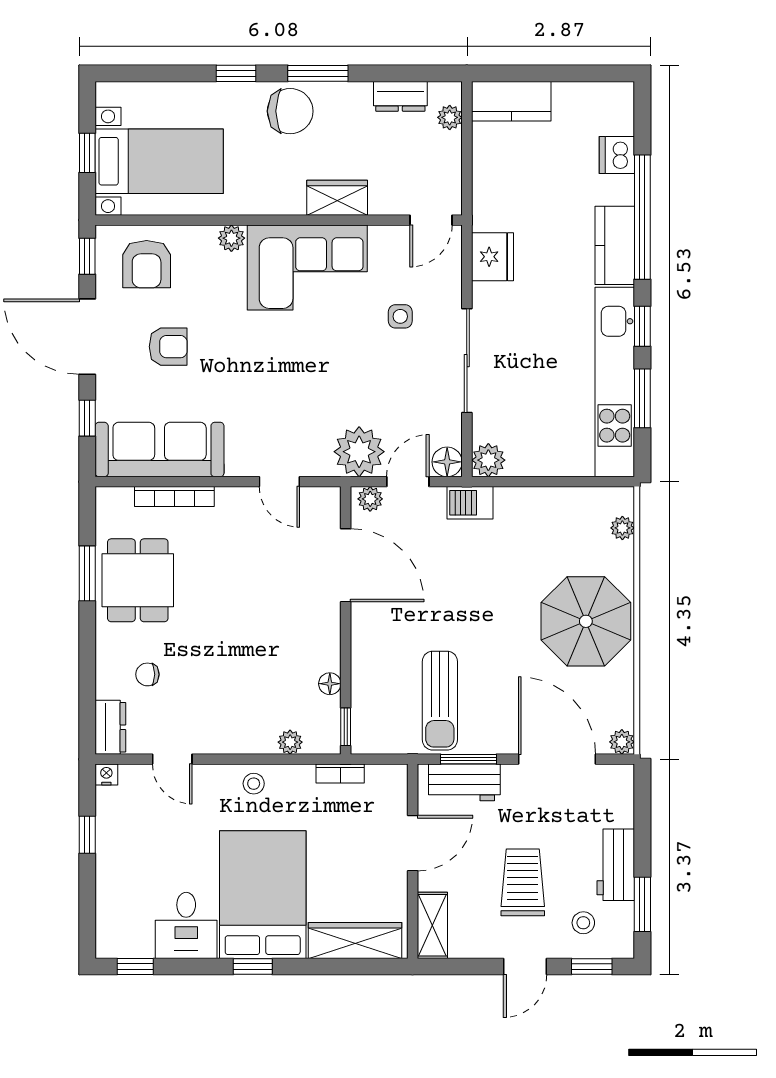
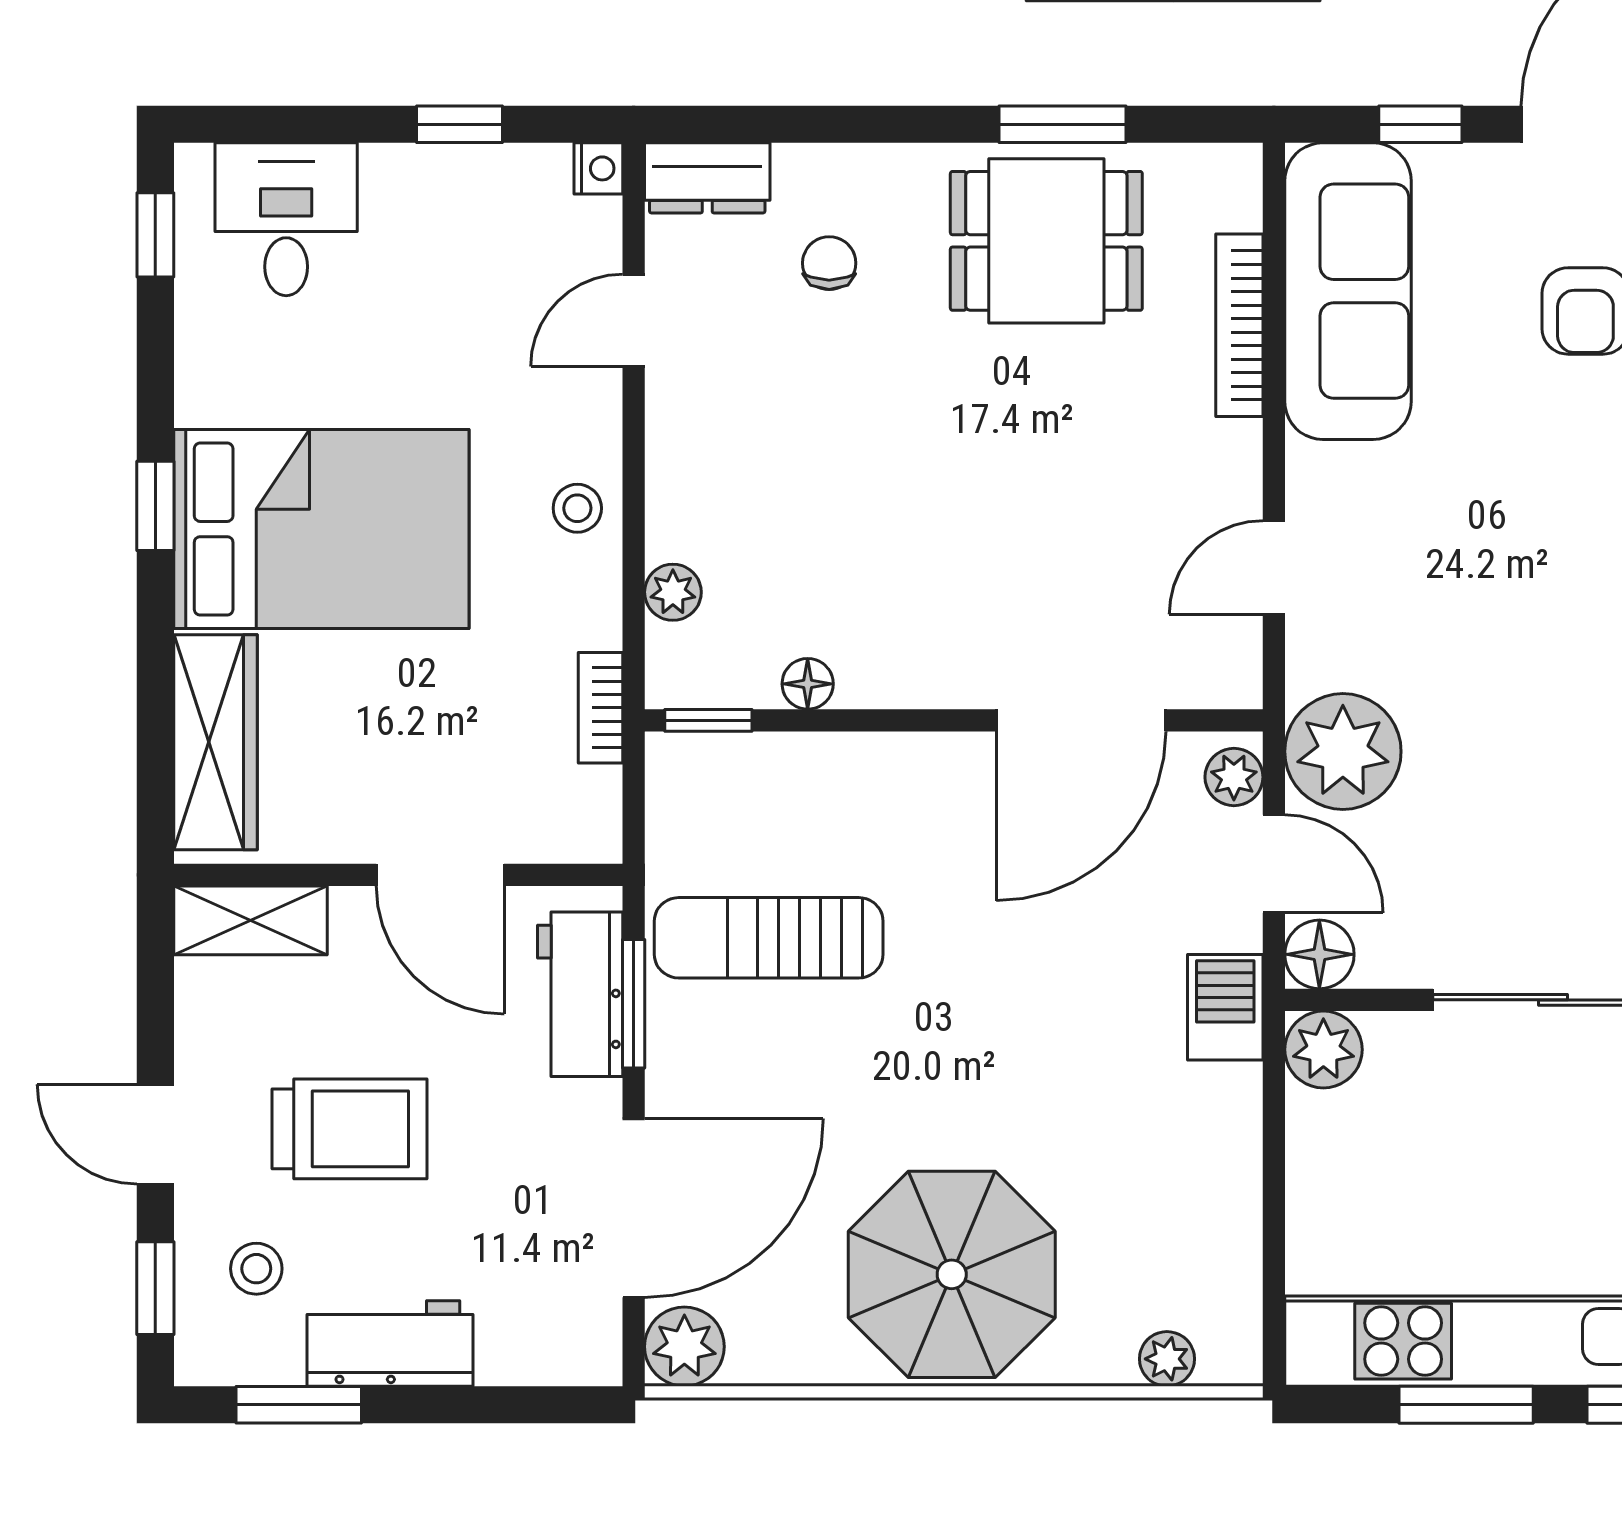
plant: (622, 742) -> (684, 1347), width x1.38, depth x1.38
desk: (186, 925) -> (286, 219), moved, turned 90

